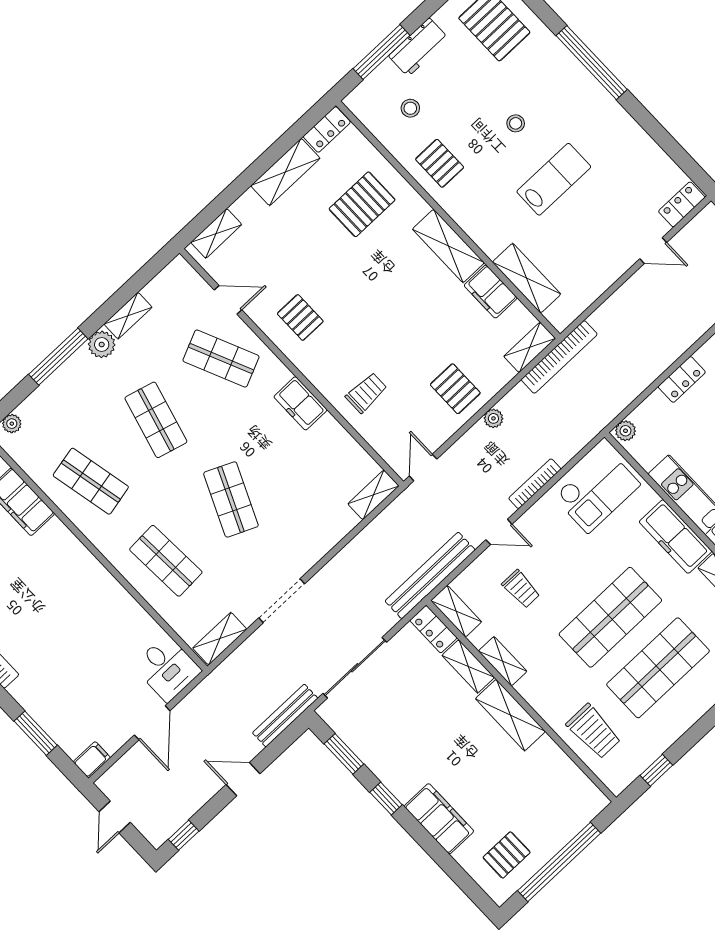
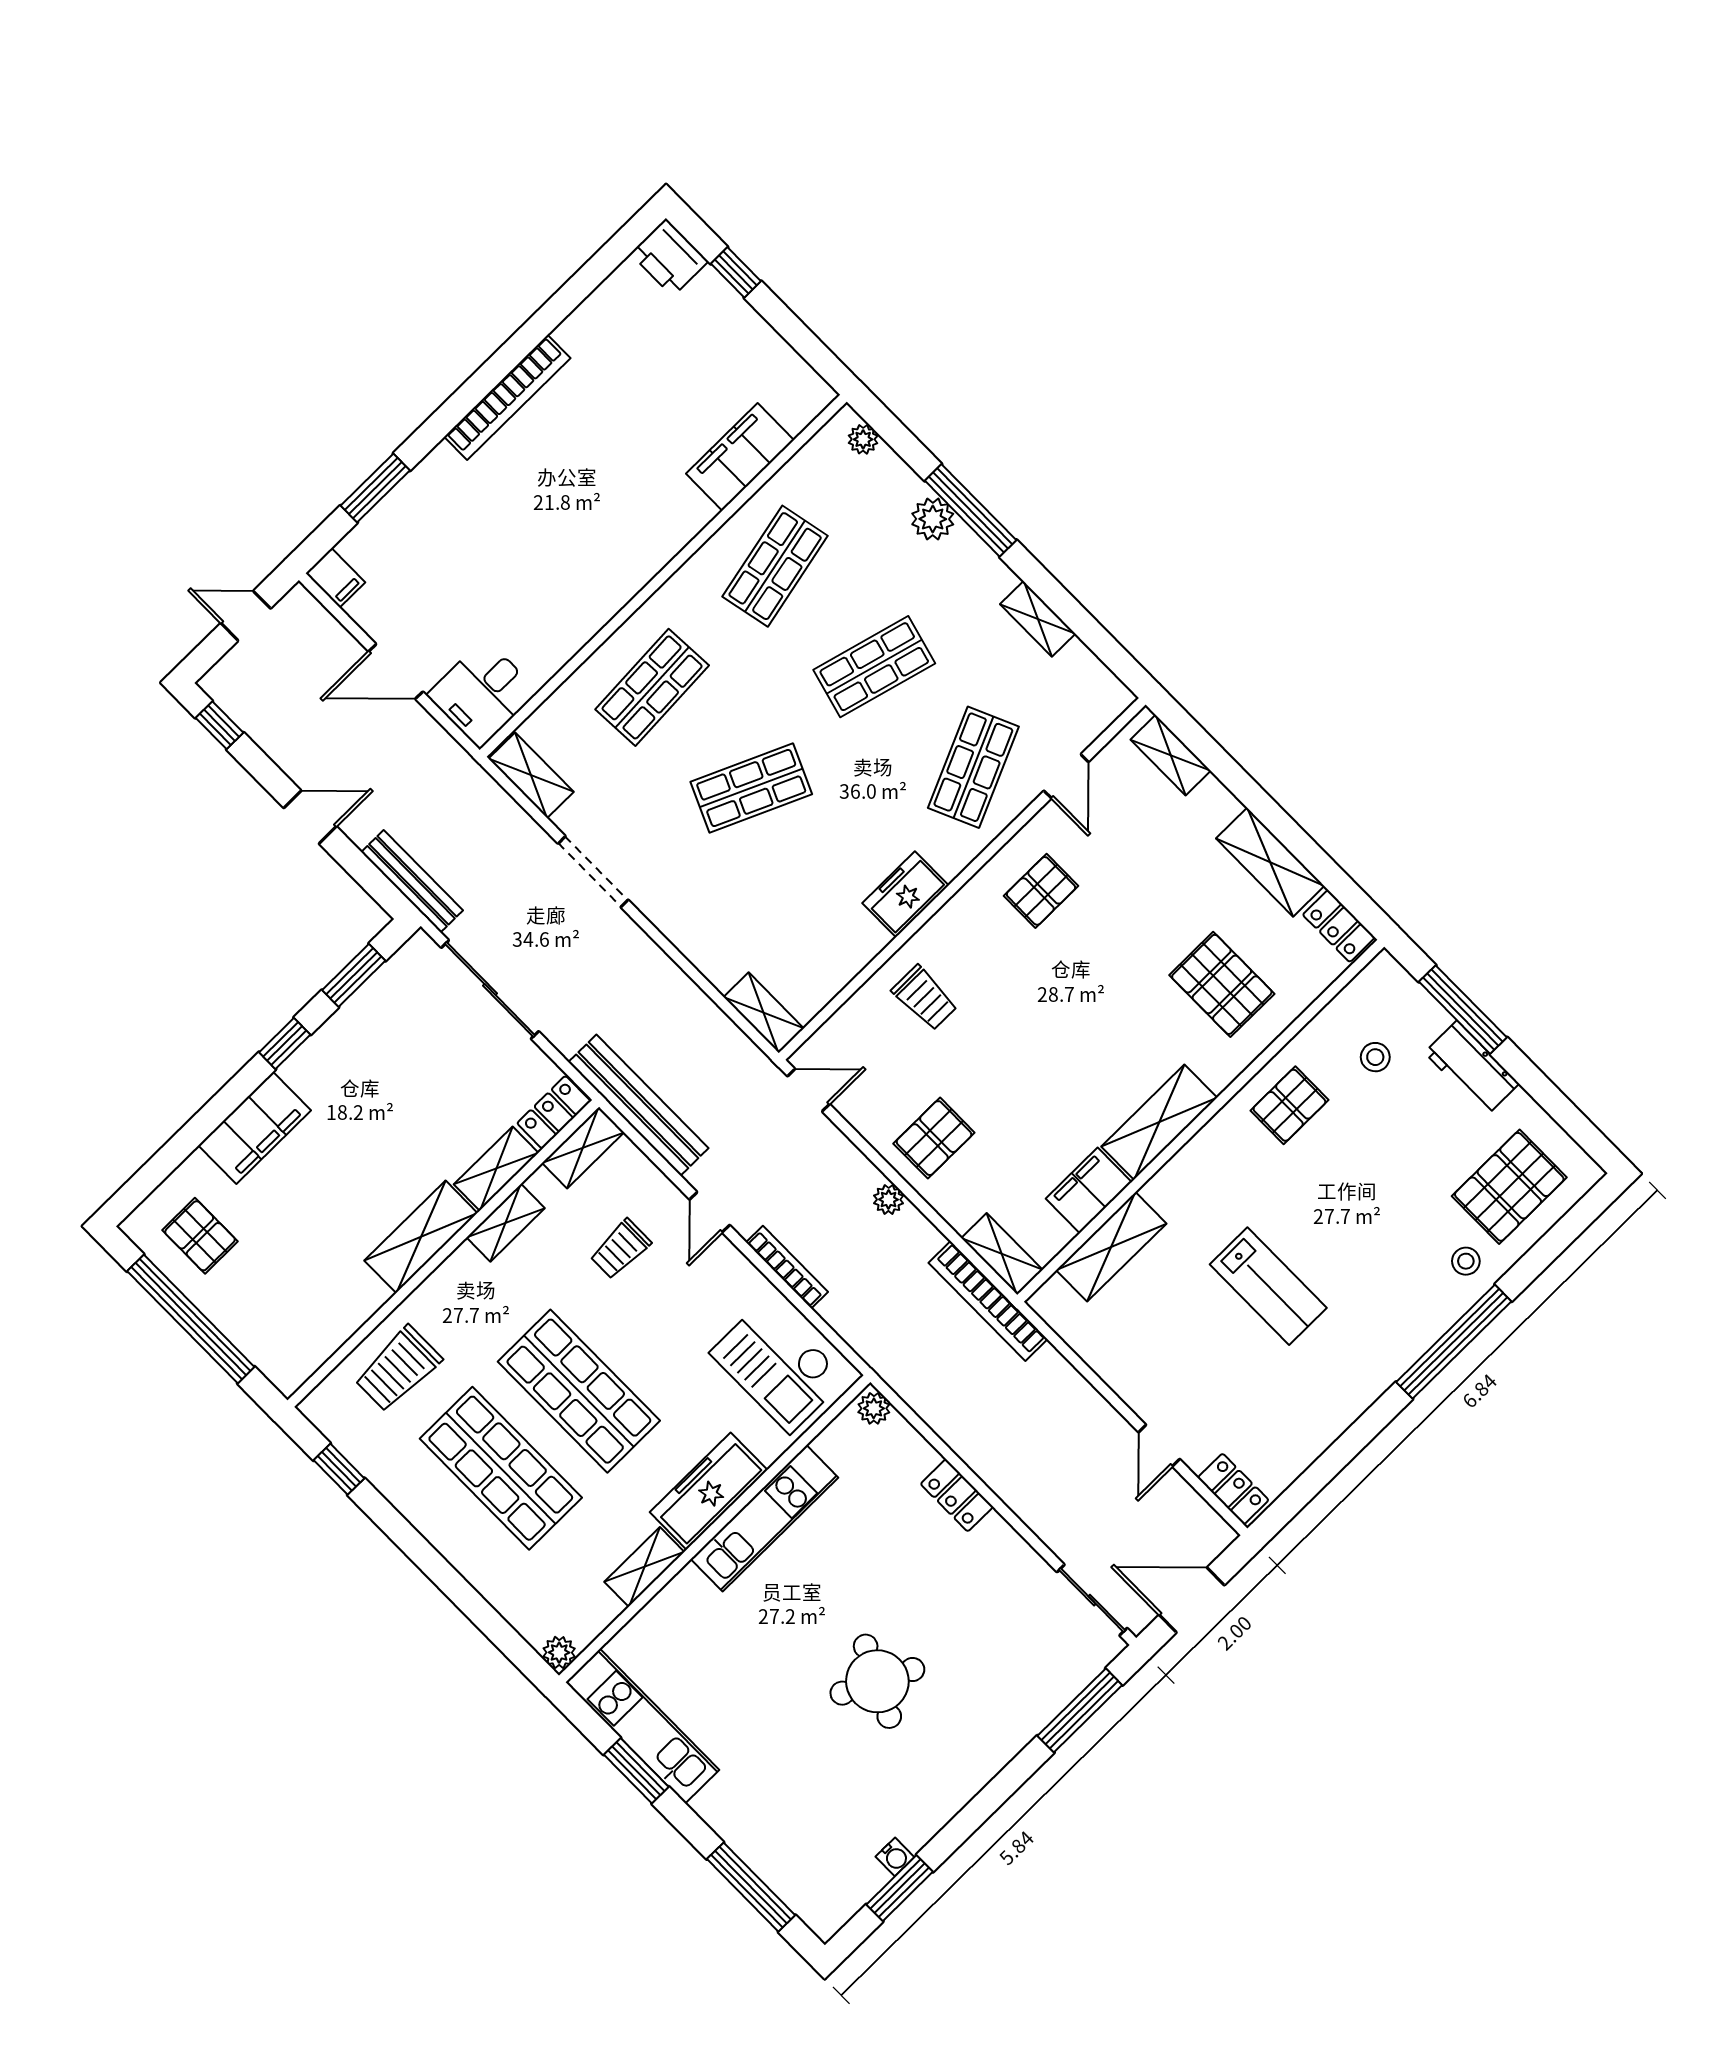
stool: (516, 123) -> (1466, 1261), moved
plant: (102, 344) -> (933, 519), moved
door: (243, 779) -> (310, 817), hinge flipped

